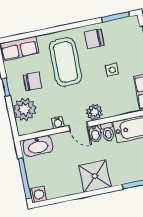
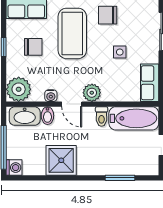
plant: (25, 109) -> (19, 89), moved
bidet: (95, 134) -> (47, 116), moved
shower: (95, 176) -> (61, 160), moved

